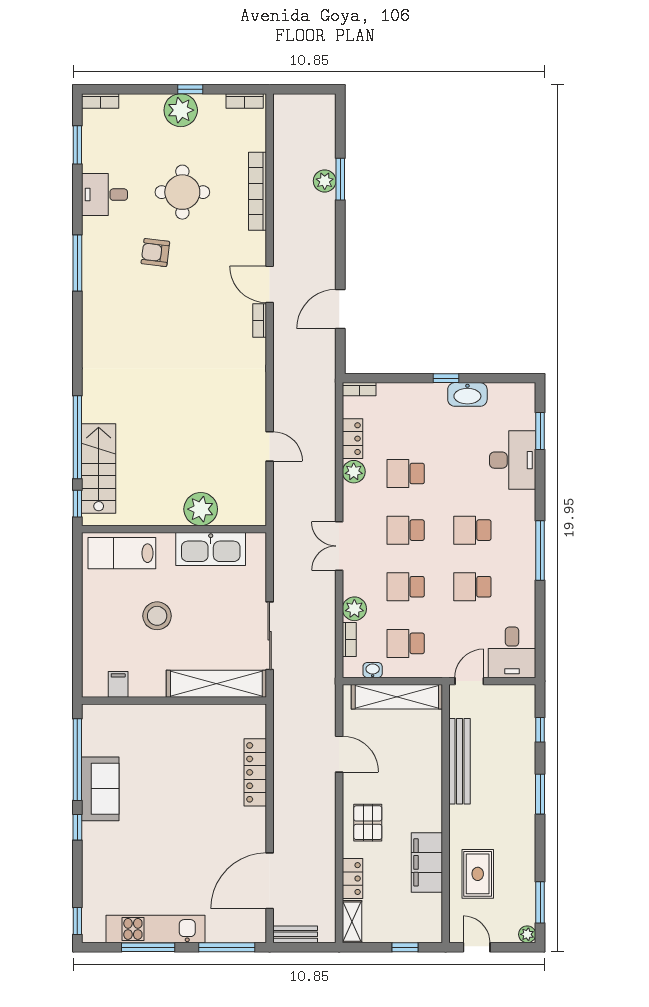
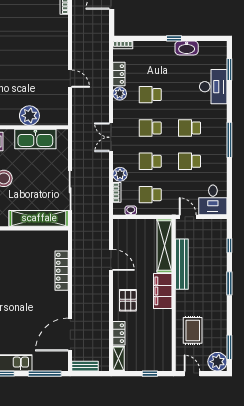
door: (469, 681) -> (188, 217), hinge flipped
shelving: (397, 697) -> (165, 246), moved, turned 90
filing cabinet: (427, 862) -> (163, 291), moved
plant: (527, 934) -> (217, 362), width x1.88, depth x1.88

